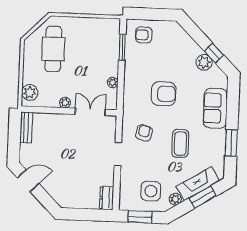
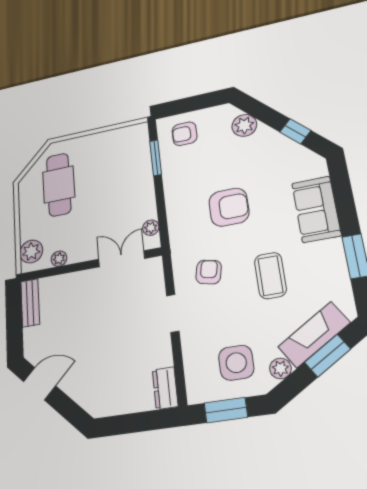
plant: (204, 62) -> (244, 125), moved
plant: (113, 82) -> (151, 228), moved
plant: (65, 103) -> (59, 259), moved

